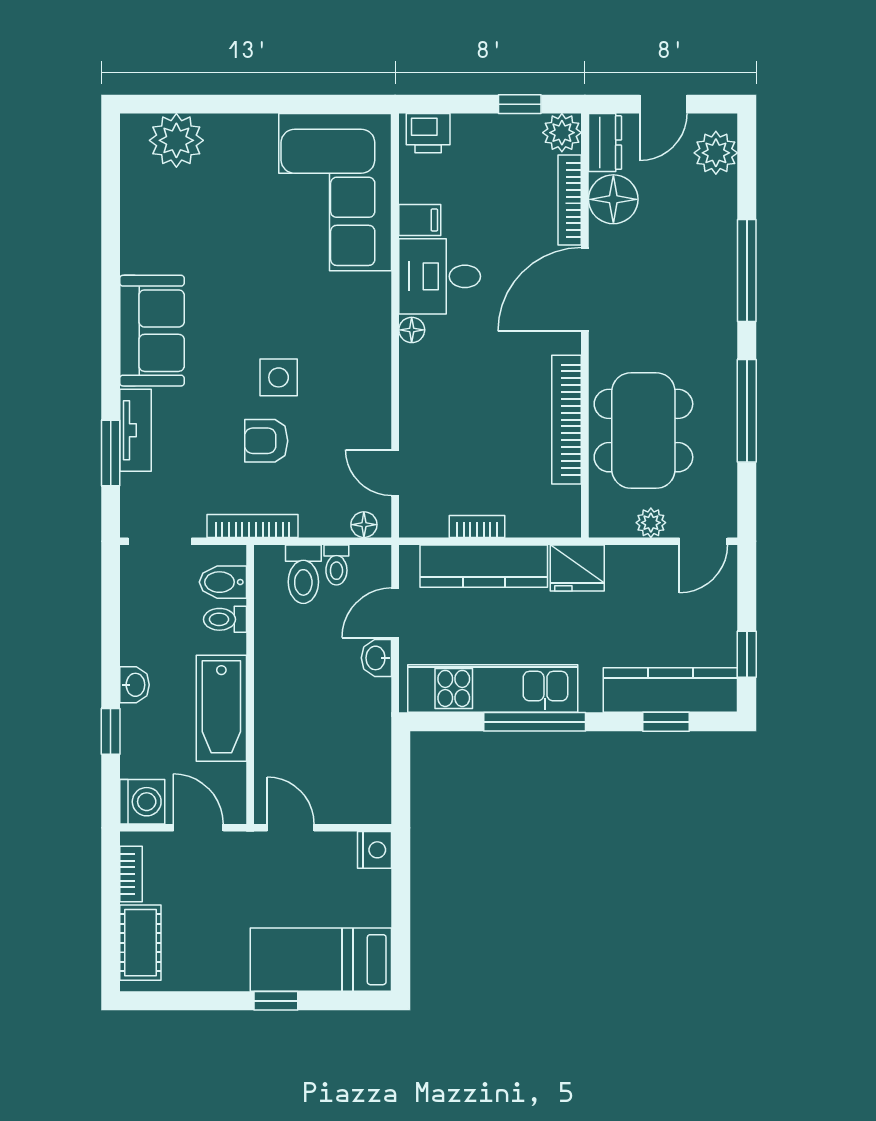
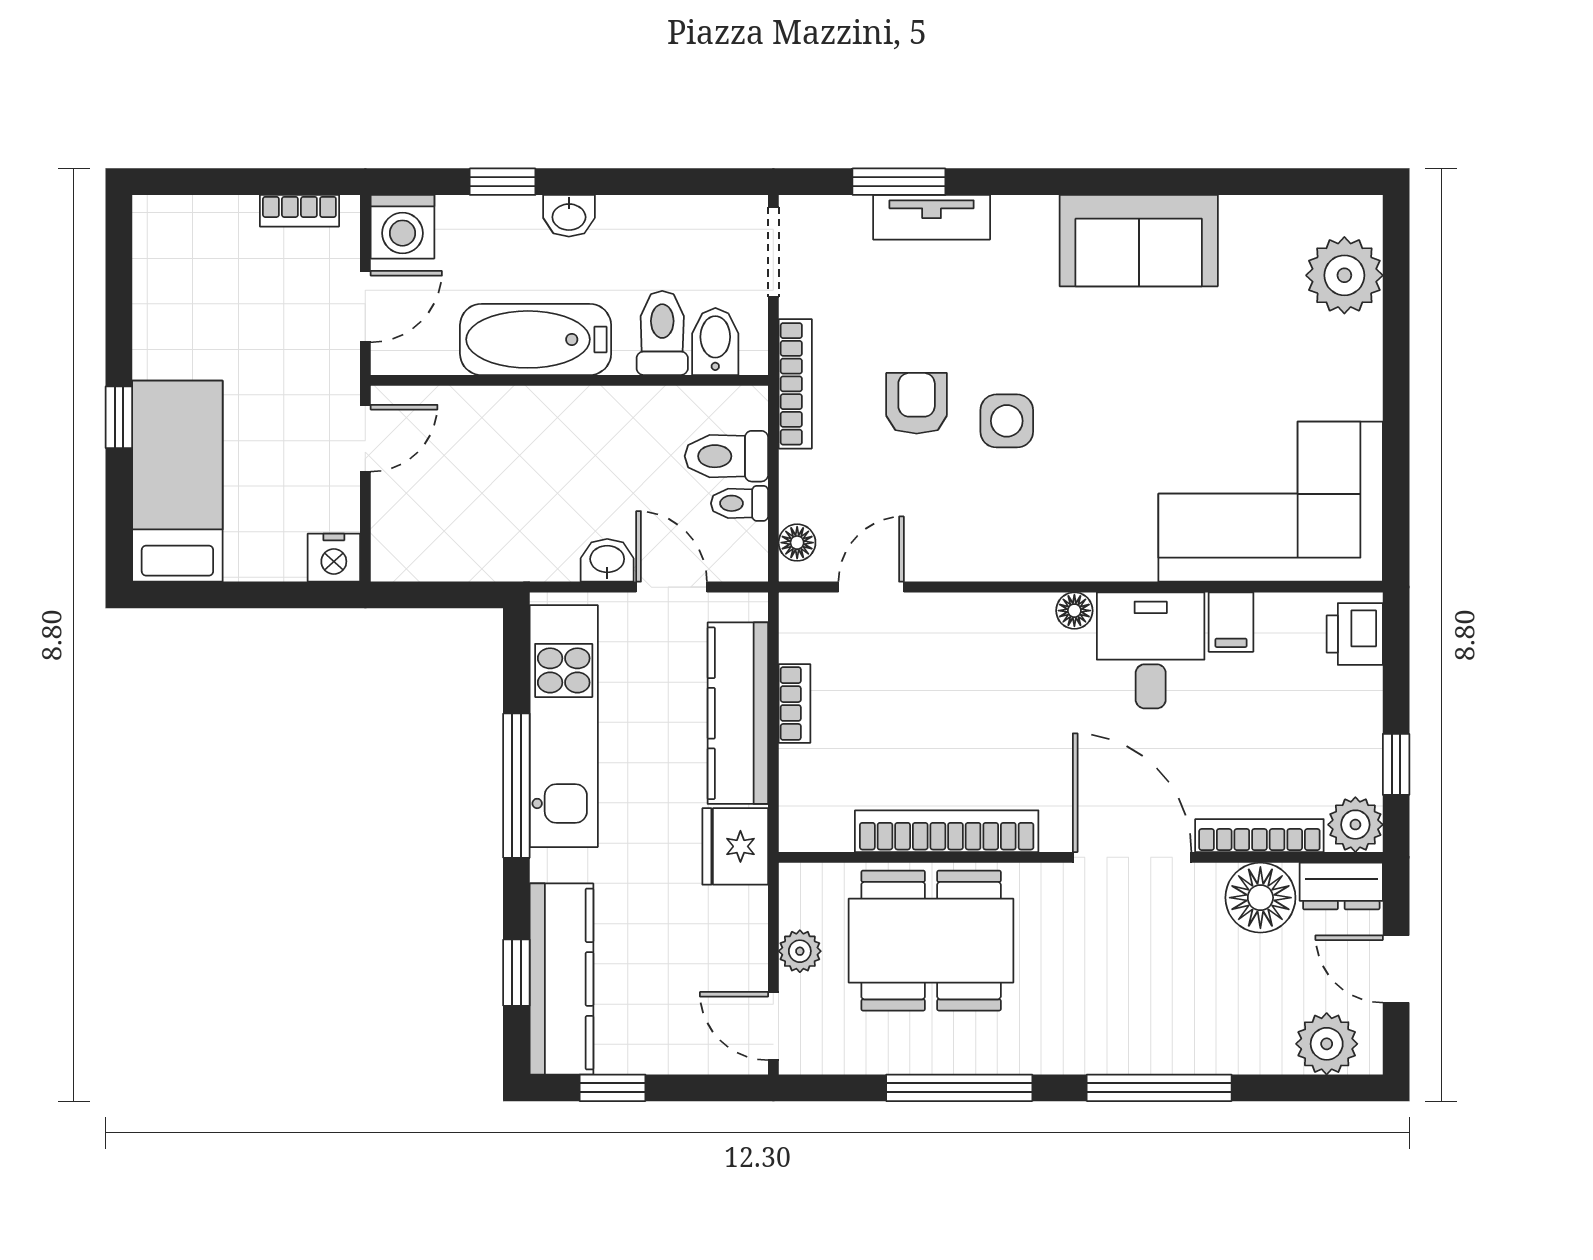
sofa: (152, 331) -> (1139, 241), moved
toilet: (225, 619) -> (662, 333), width x1.37, depth x1.39
cot: (140, 943) -> (202, 224), removed

